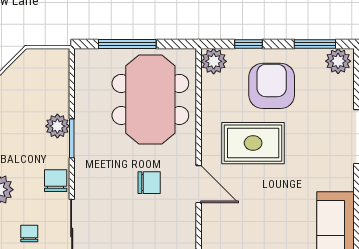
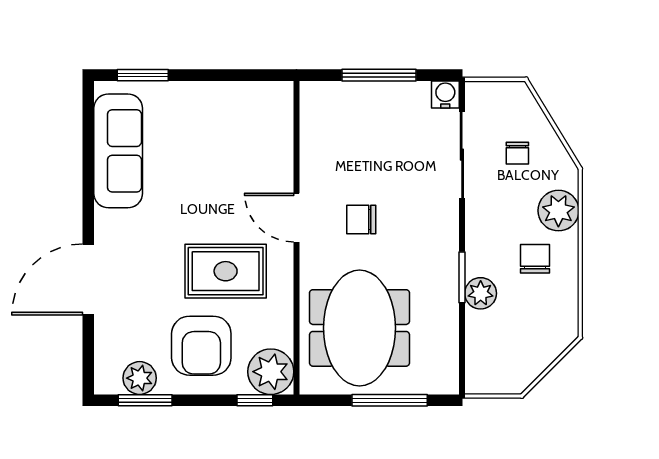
window: (248, 44) -> (255, 400), moved
plant: (214, 61) -> (271, 372), width x1.36, depth x1.36
plant: (338, 61) -> (140, 378), moved
chair: (56, 181) -> (535, 259), moved, turned 180

